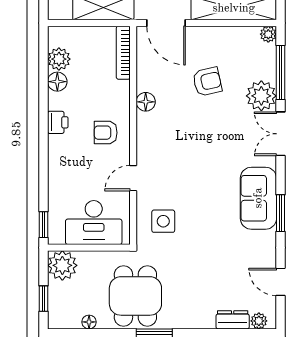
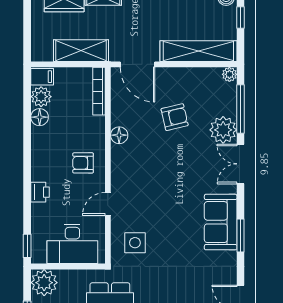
filing cabinet: (60, 37) -> (42, 77), added
printer: (58, 122) -> (40, 192), moved

